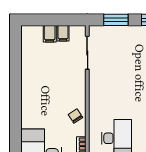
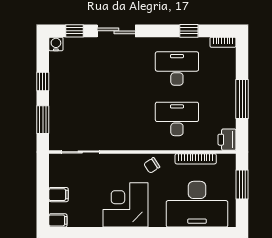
filing cabinet: (63, 33) -> (58, 220), moved
corner desk: (41, 93) -> (126, 205), added

